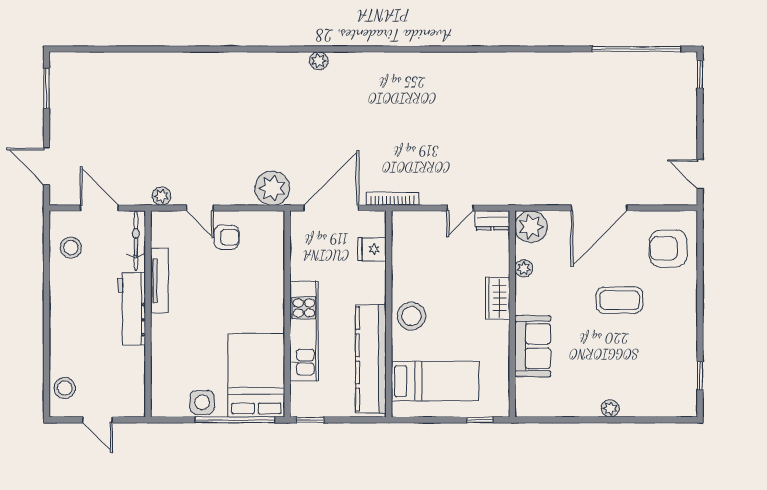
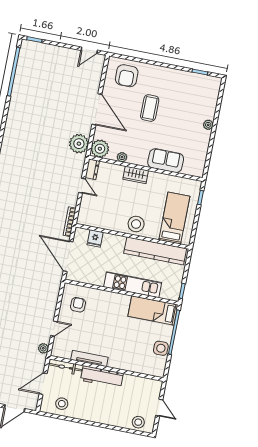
plant: (272, 188) -> (79, 144), moved
armchair: (227, 237) -> (78, 305), moved
bed: (256, 375) -> (153, 310), width x0.67
door: (97, 420) -> (159, 408), hinge flipped

